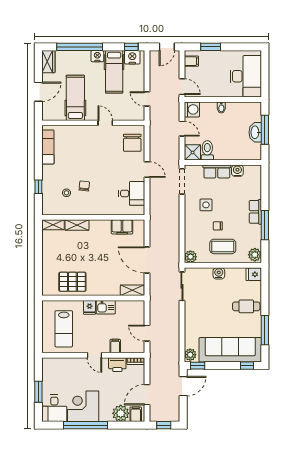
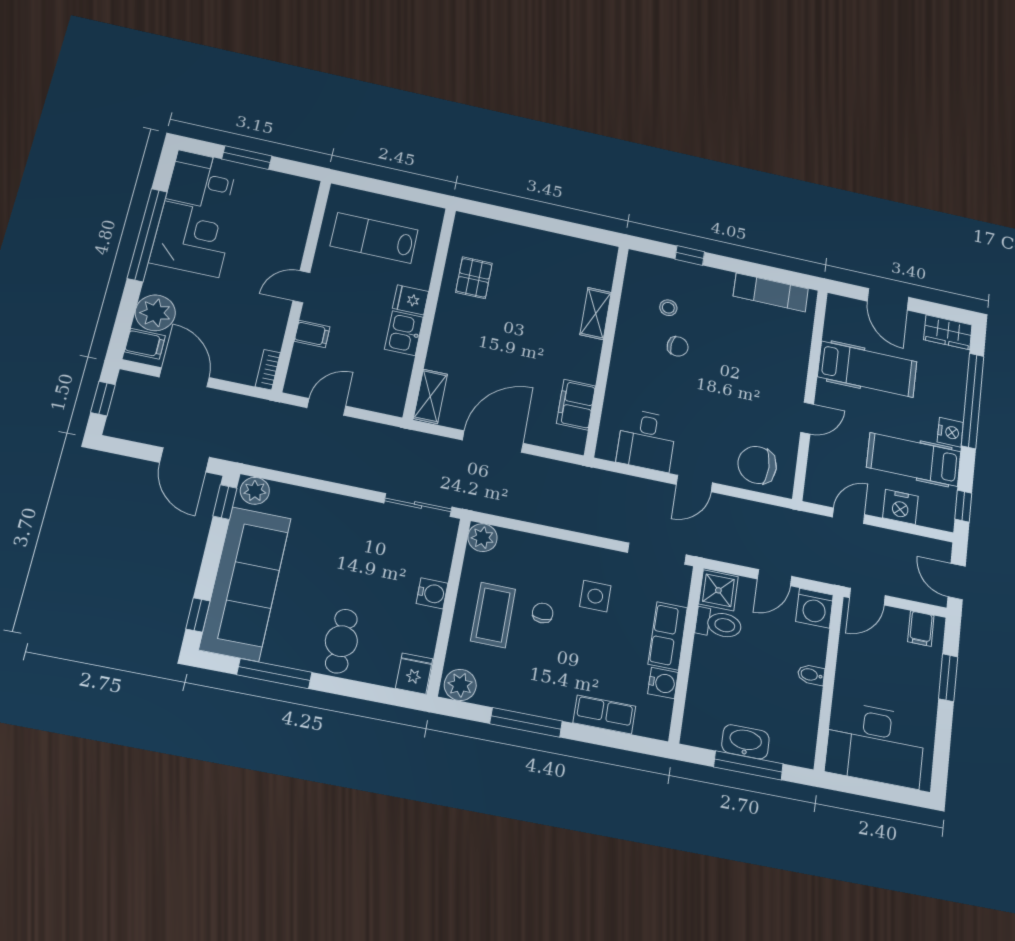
nightstand: (132, 57) -> (900, 507), moved, turned 90
row of seats: (255, 212) -> (604, 714), moved
shelving: (53, 225) -> (604, 266), removed
pallet: (72, 282) -> (474, 278), width x0.67, depth x0.71
printer: (117, 365) -> (269, 329), removed

